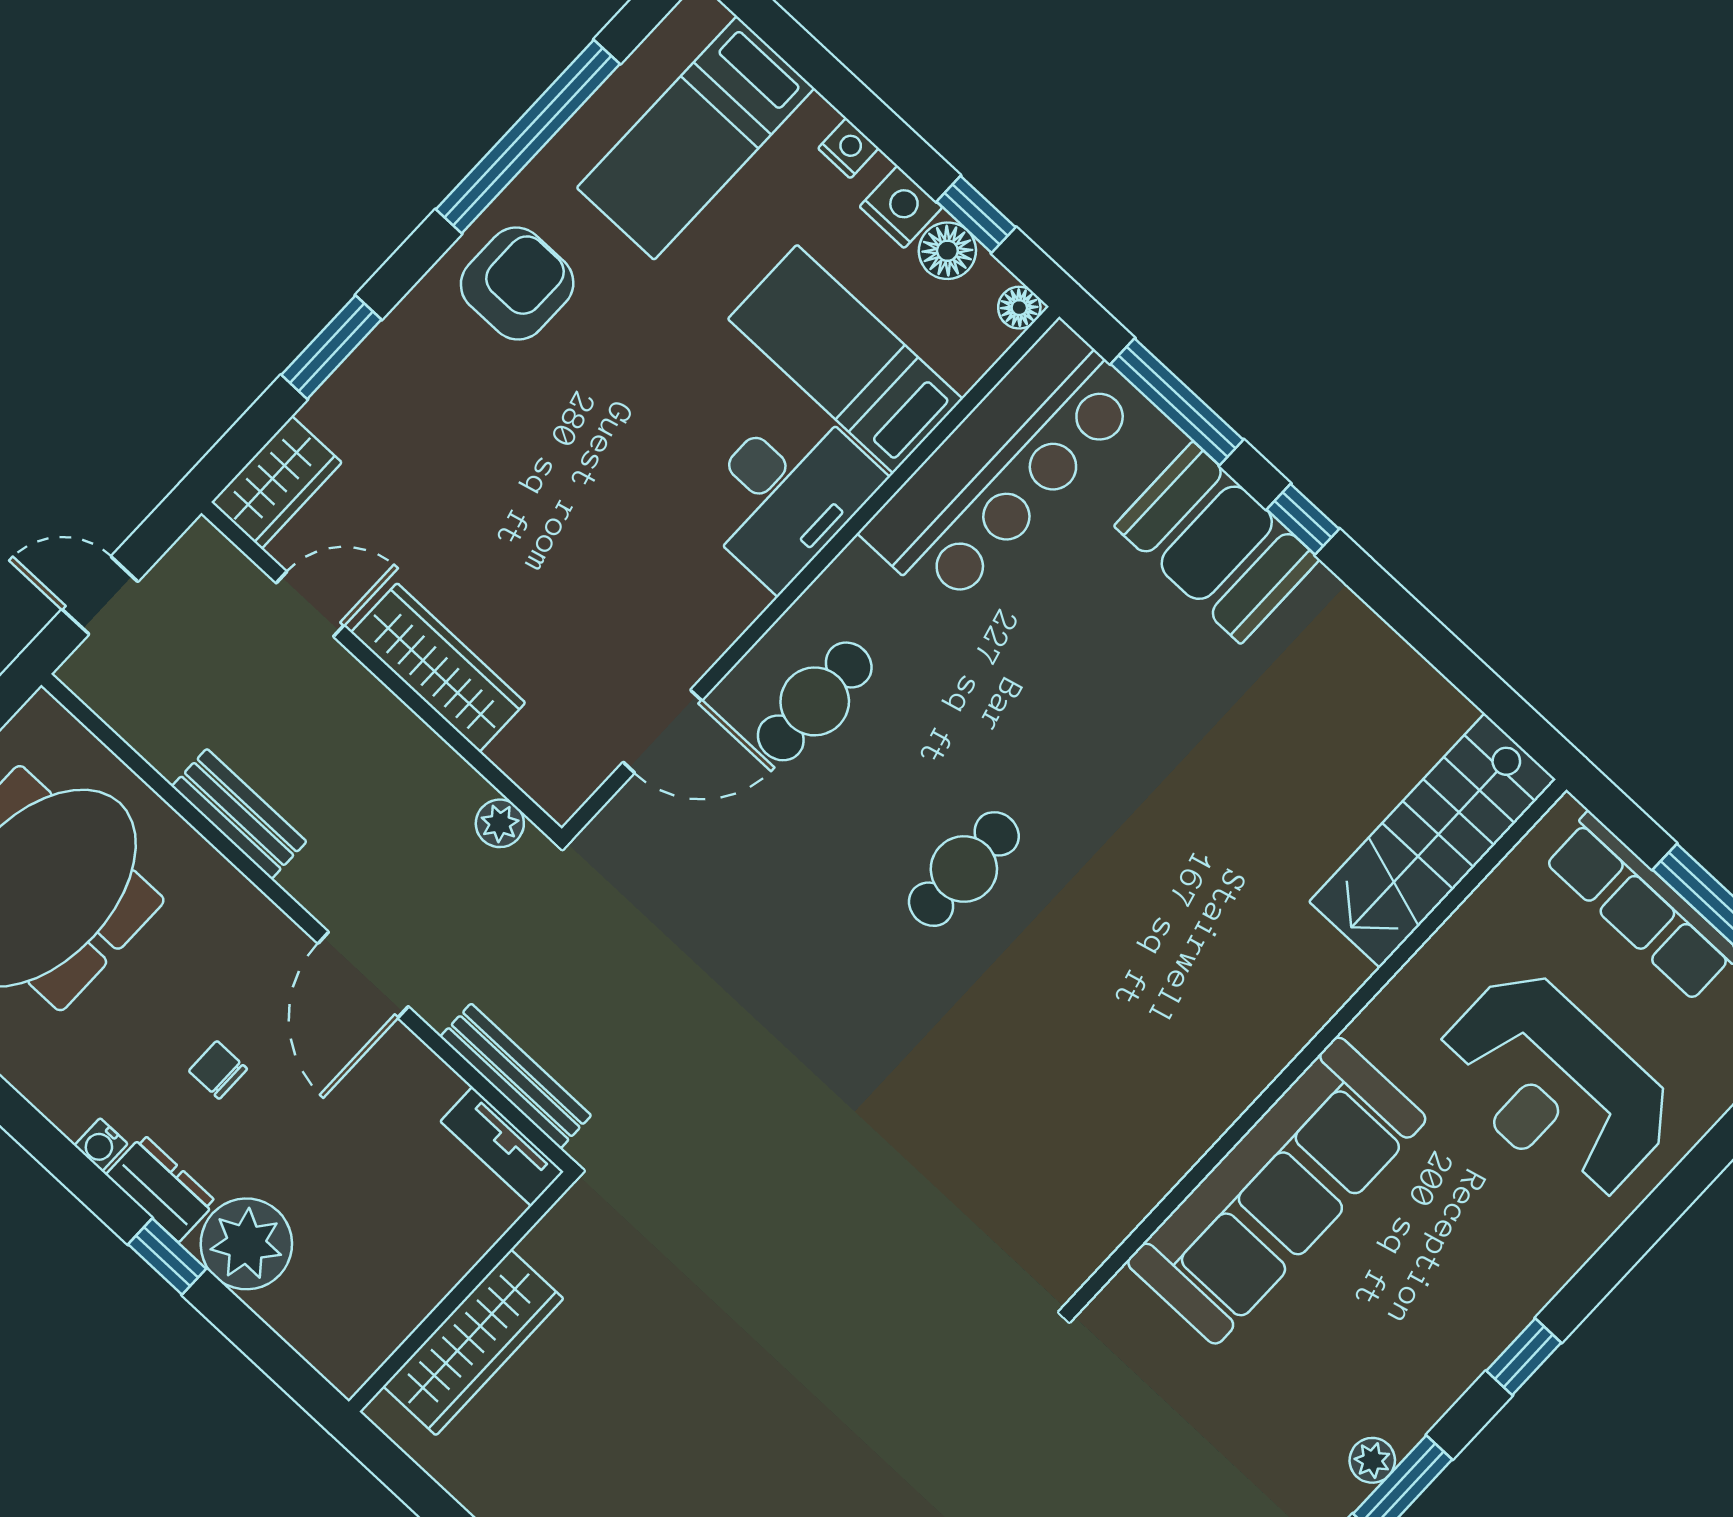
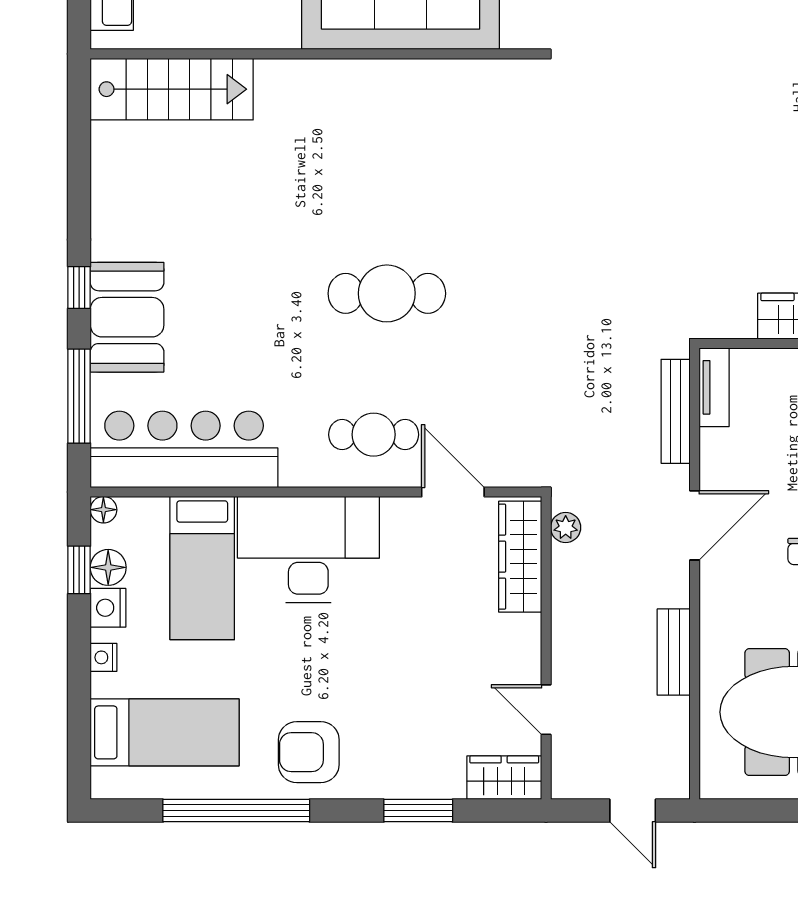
desk: (787, 493) -> (308, 550), width x1.36, depth x1.30
wardrobe: (438, 667) -> (520, 557), moved
cafe table: (964, 869) -> (387, 293), width x1.37, depth x1.35

